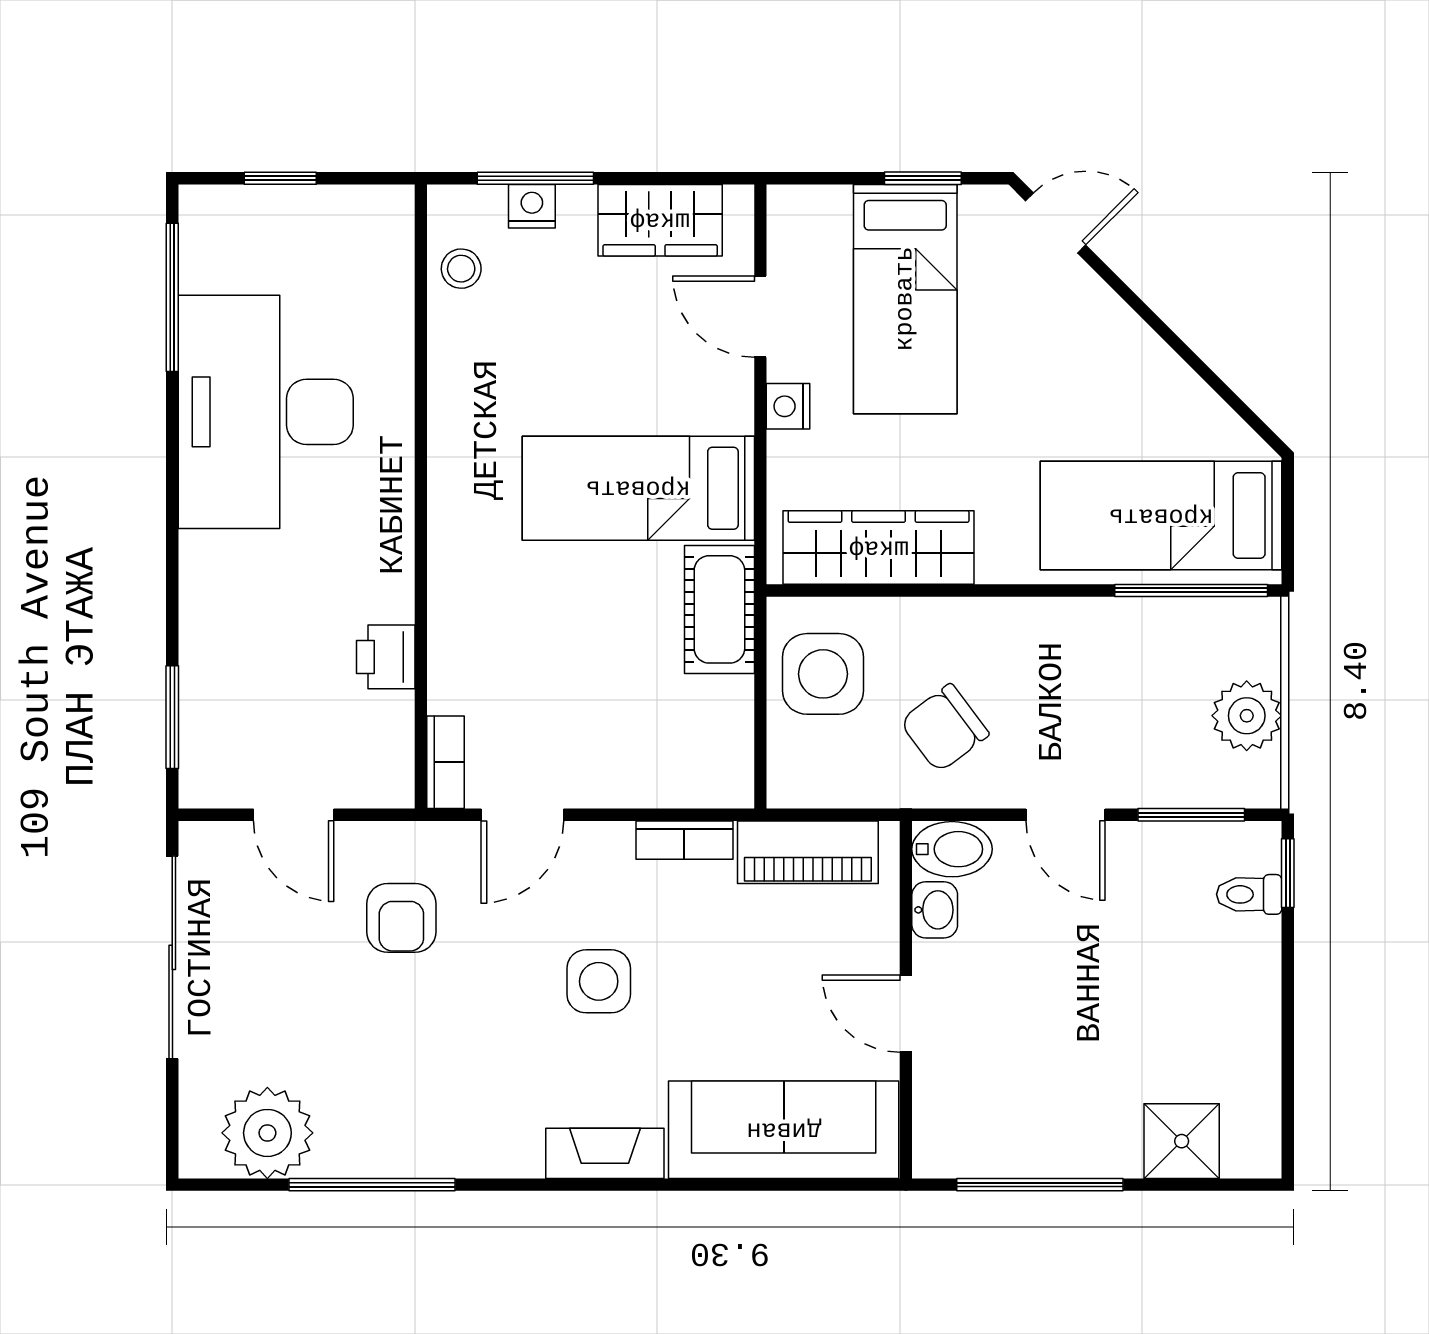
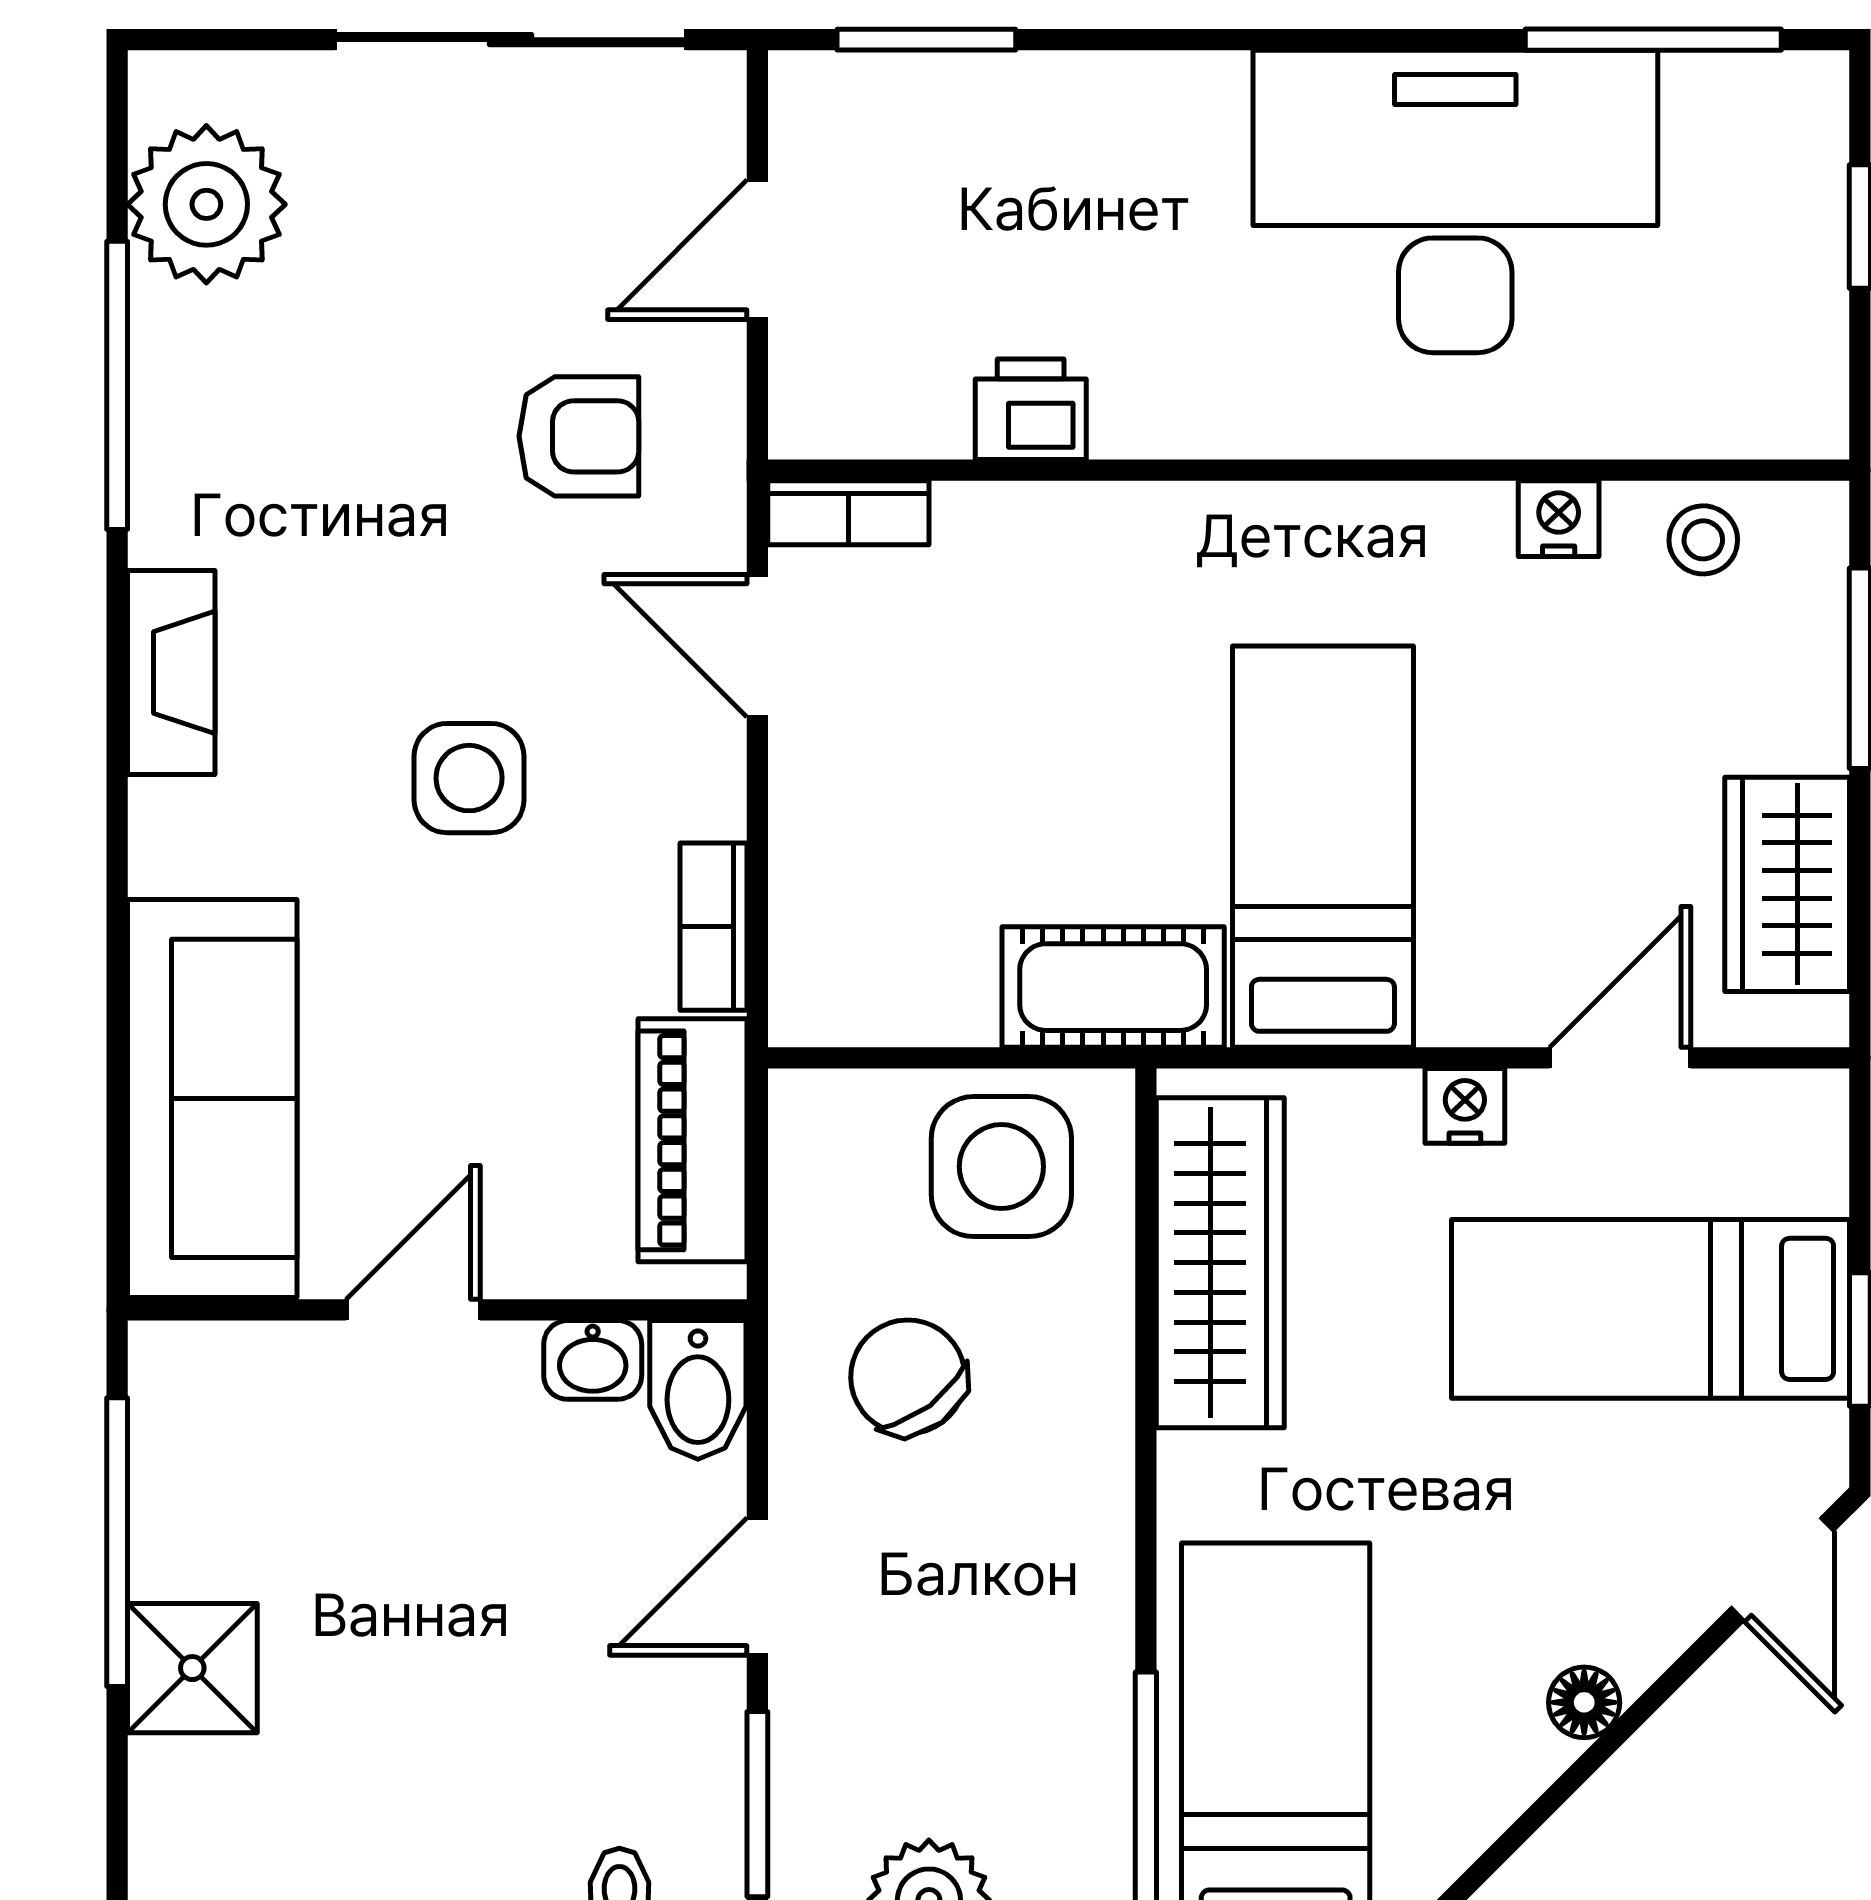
nightstand: (532, 206) -> (1559, 519), moved, turned -90
floor lamp: (1132, 337) -> (1584, 1702), added
armchair: (401, 918) -> (579, 436), turned 180
shower: (1182, 1141) -> (192, 1668), moved
fireplace: (605, 1153) -> (171, 672), moved

